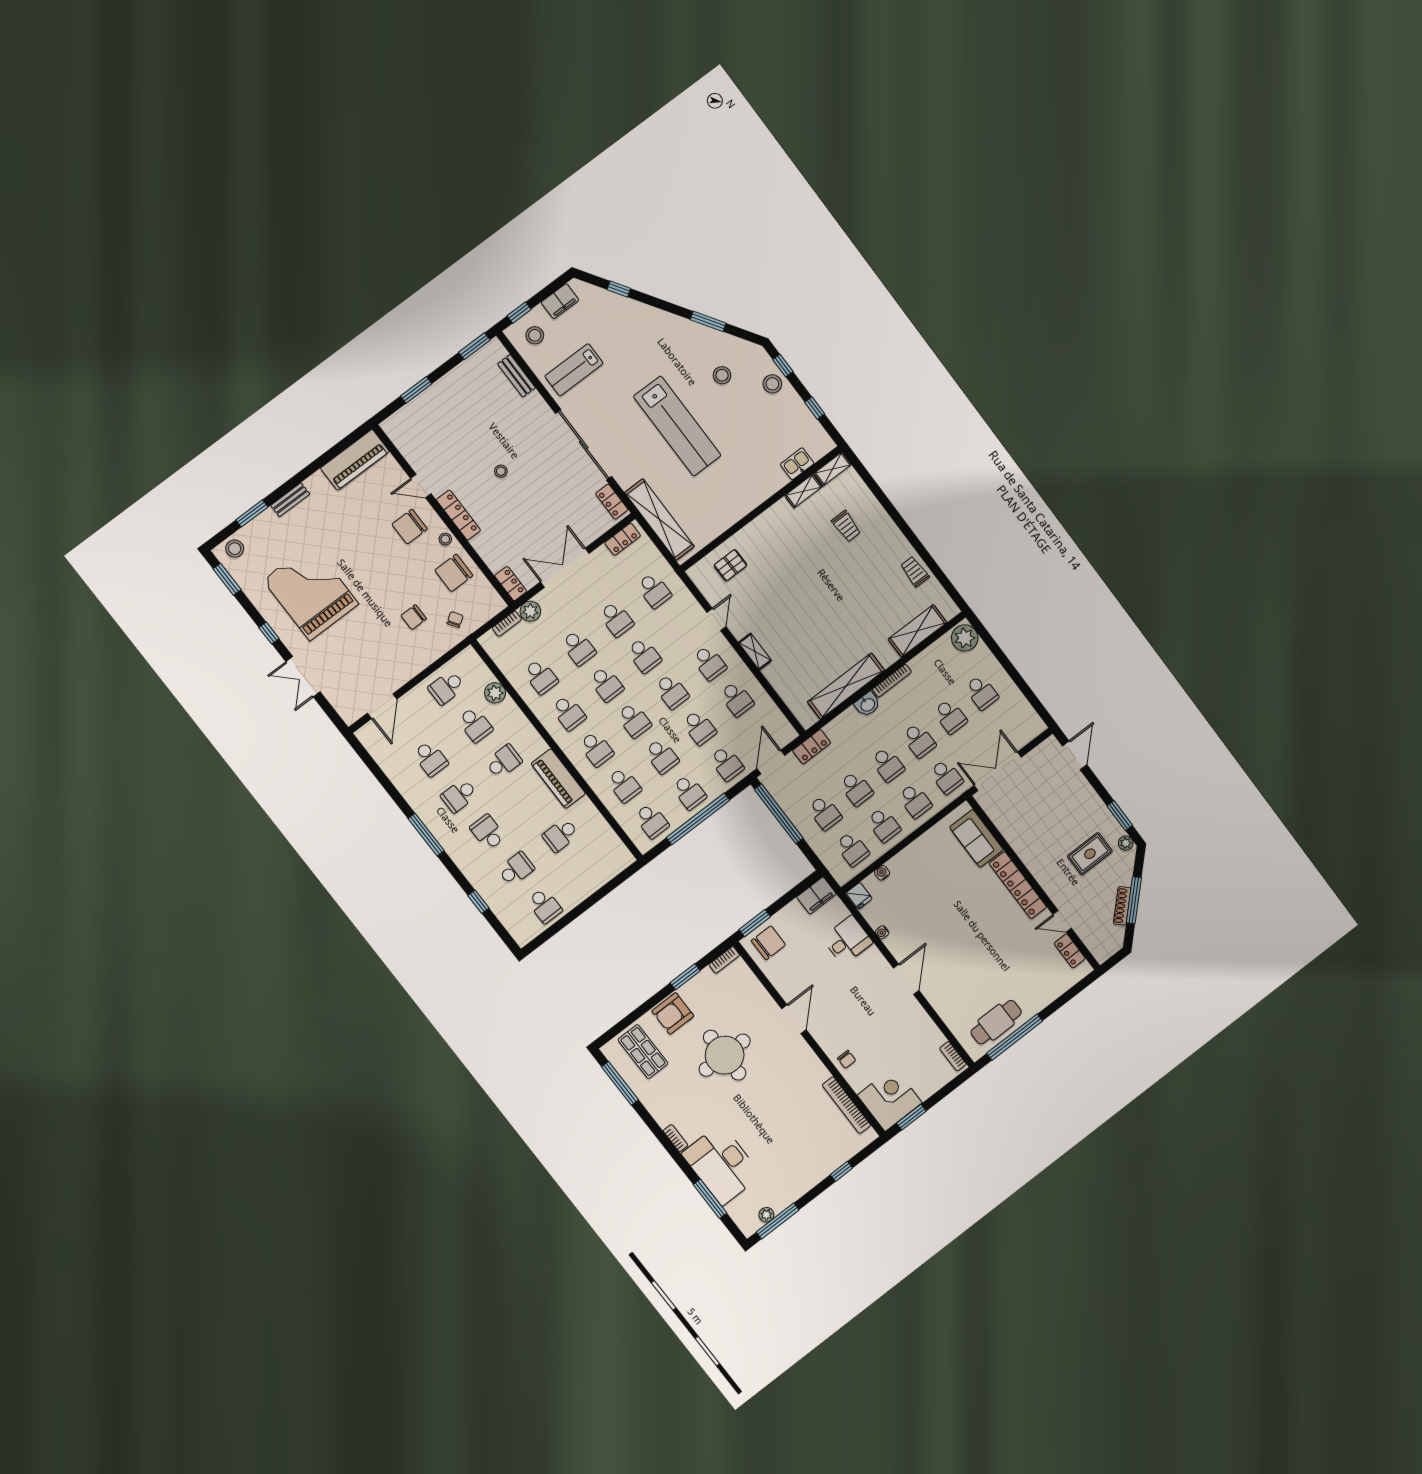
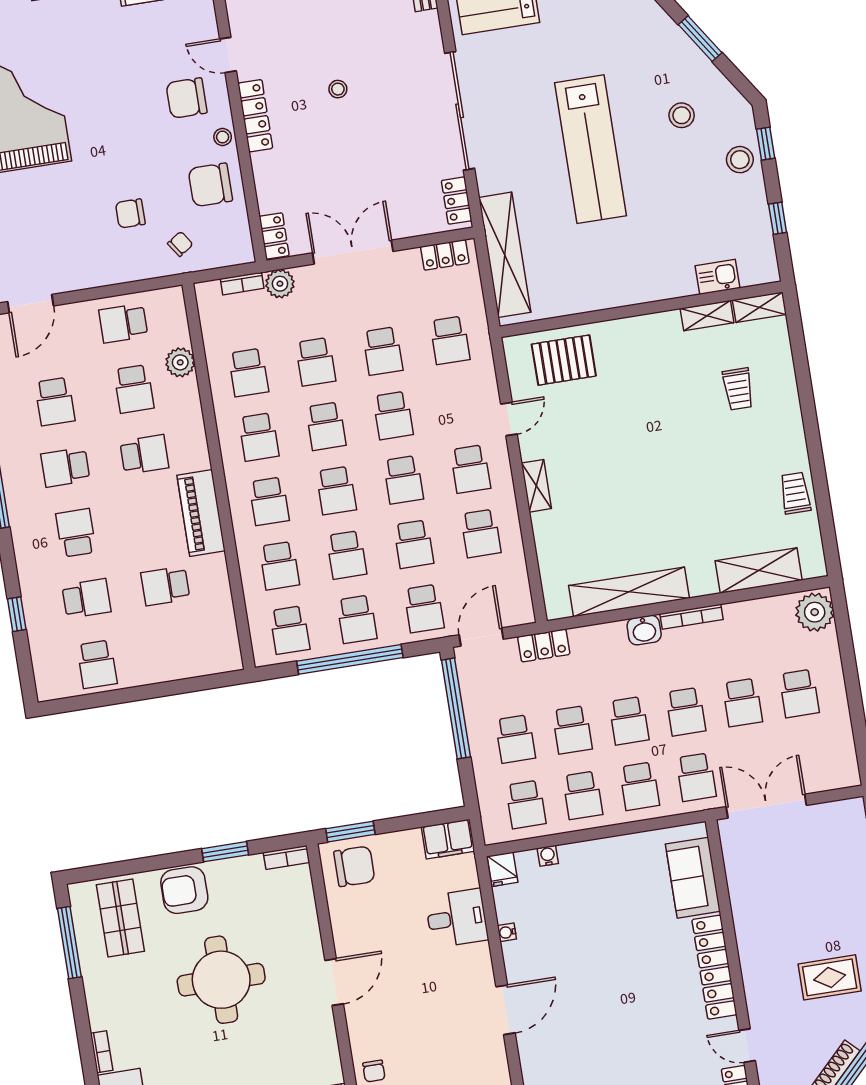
pallet: (730, 565) -> (564, 360), width x1.50, depth x1.42

